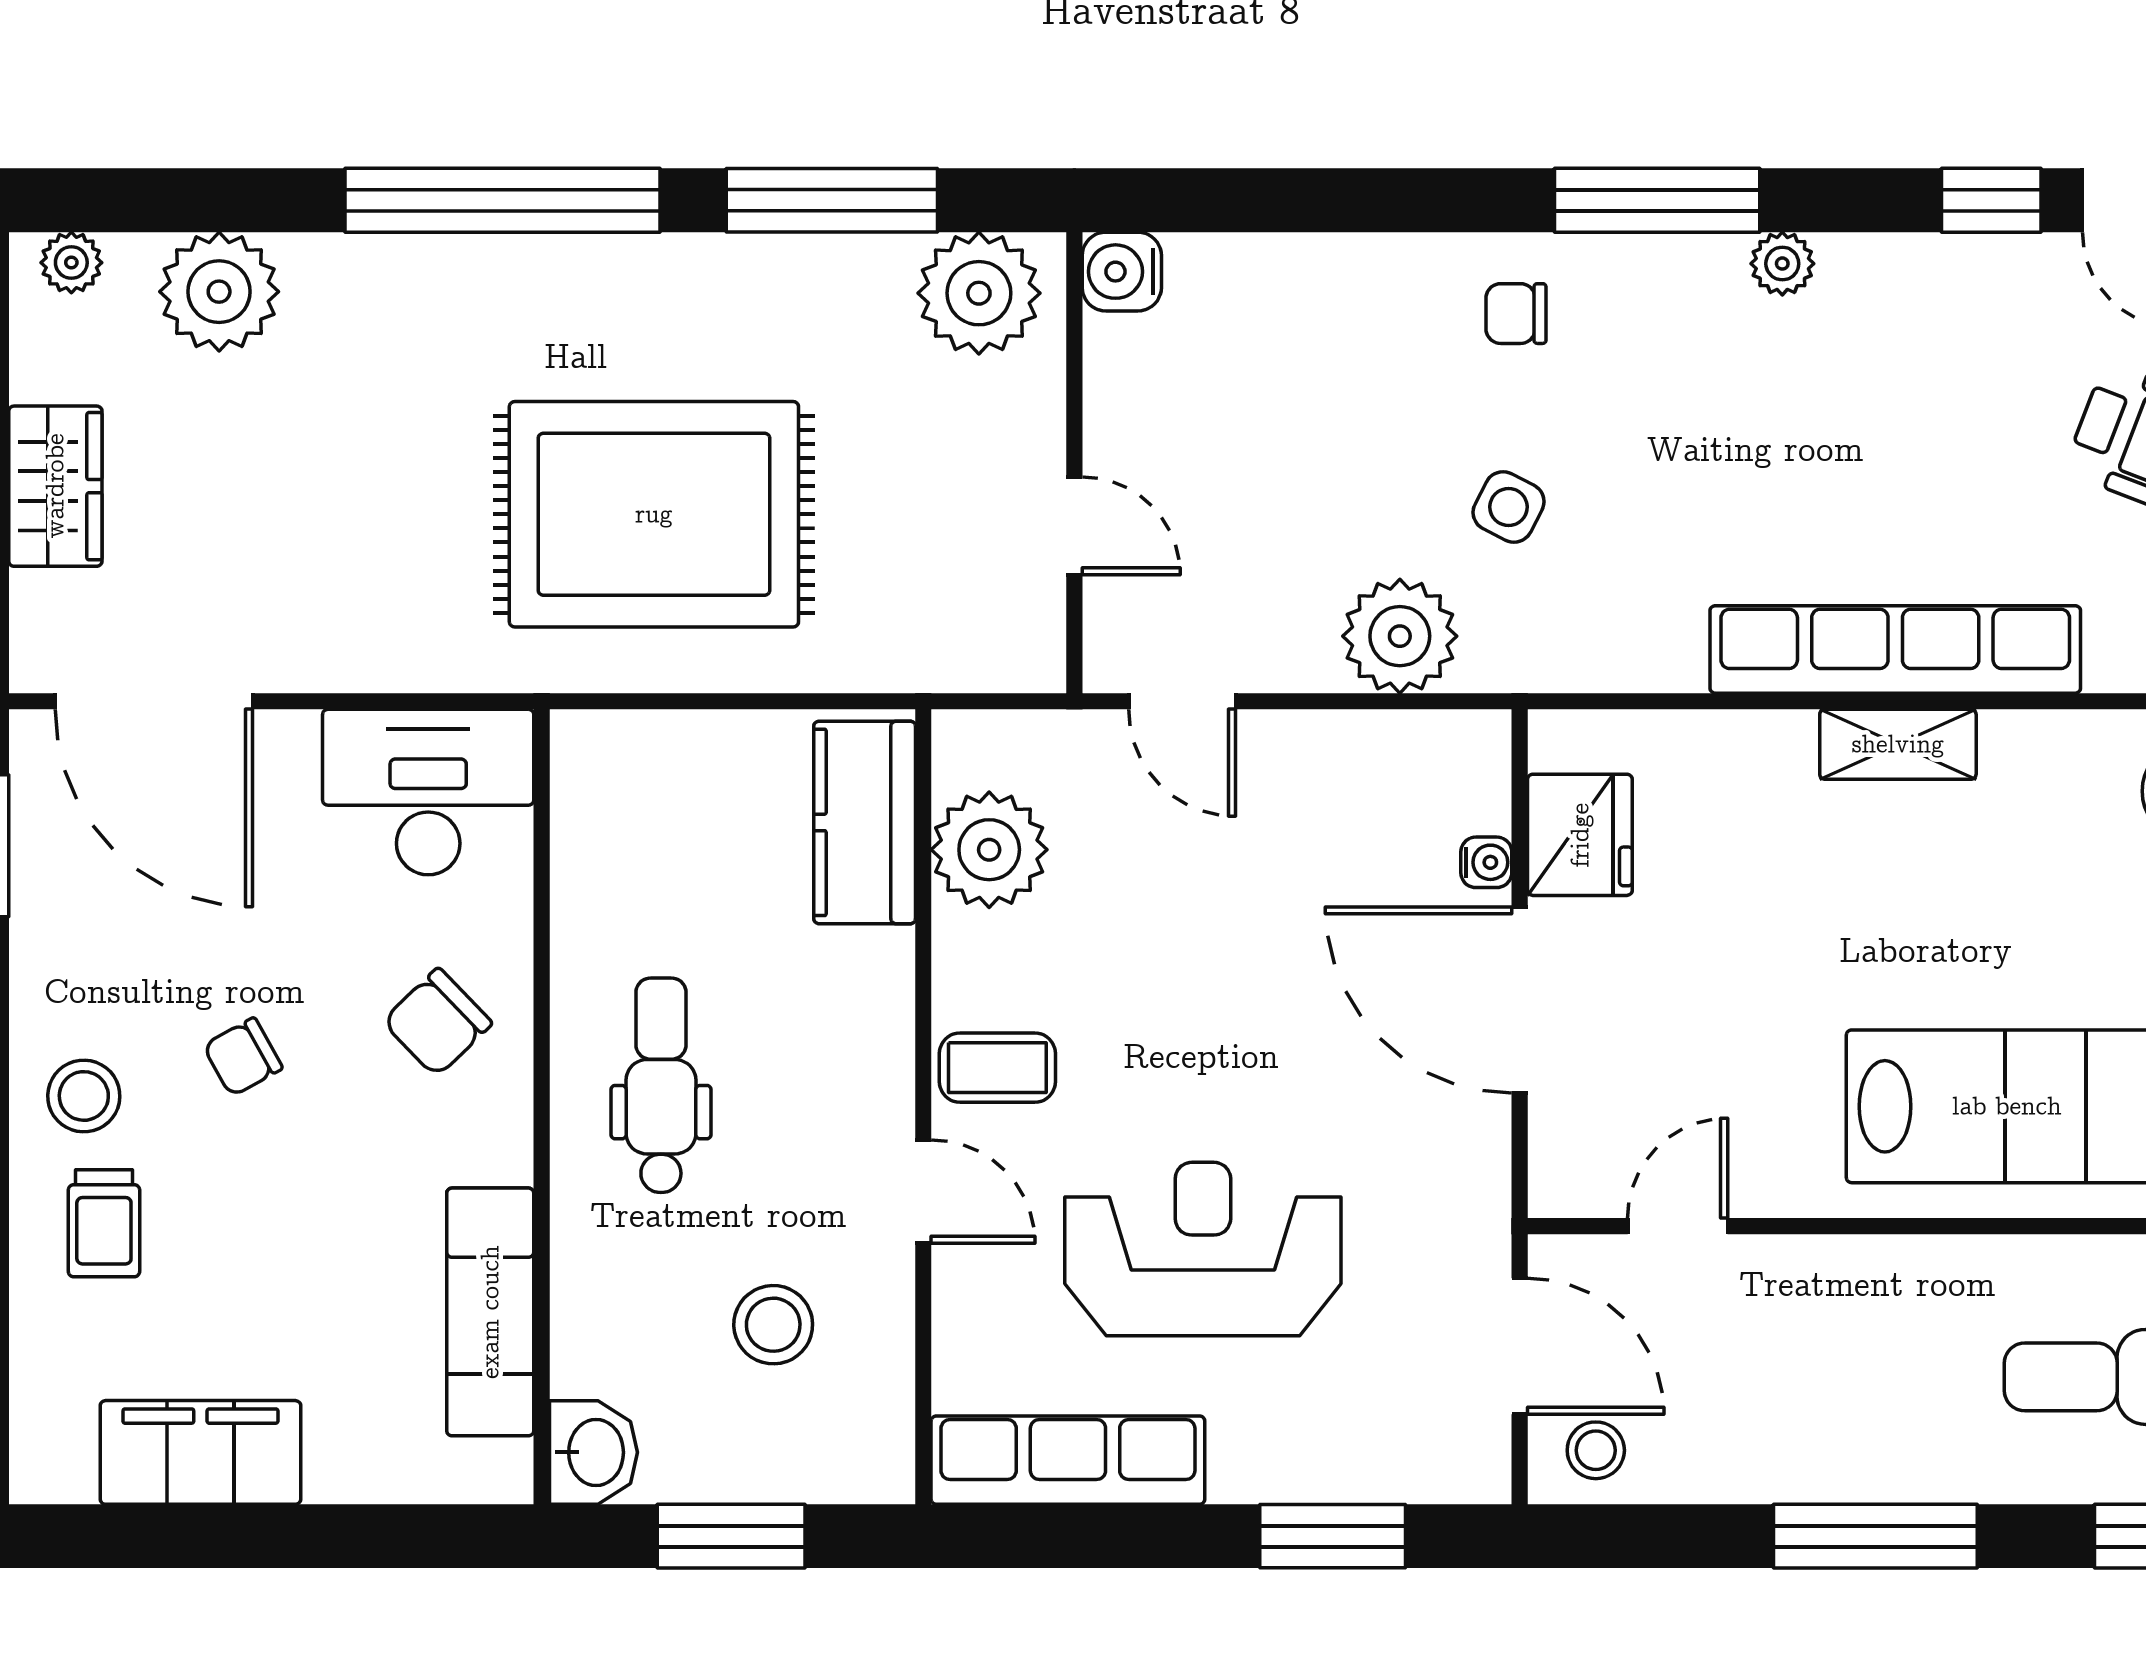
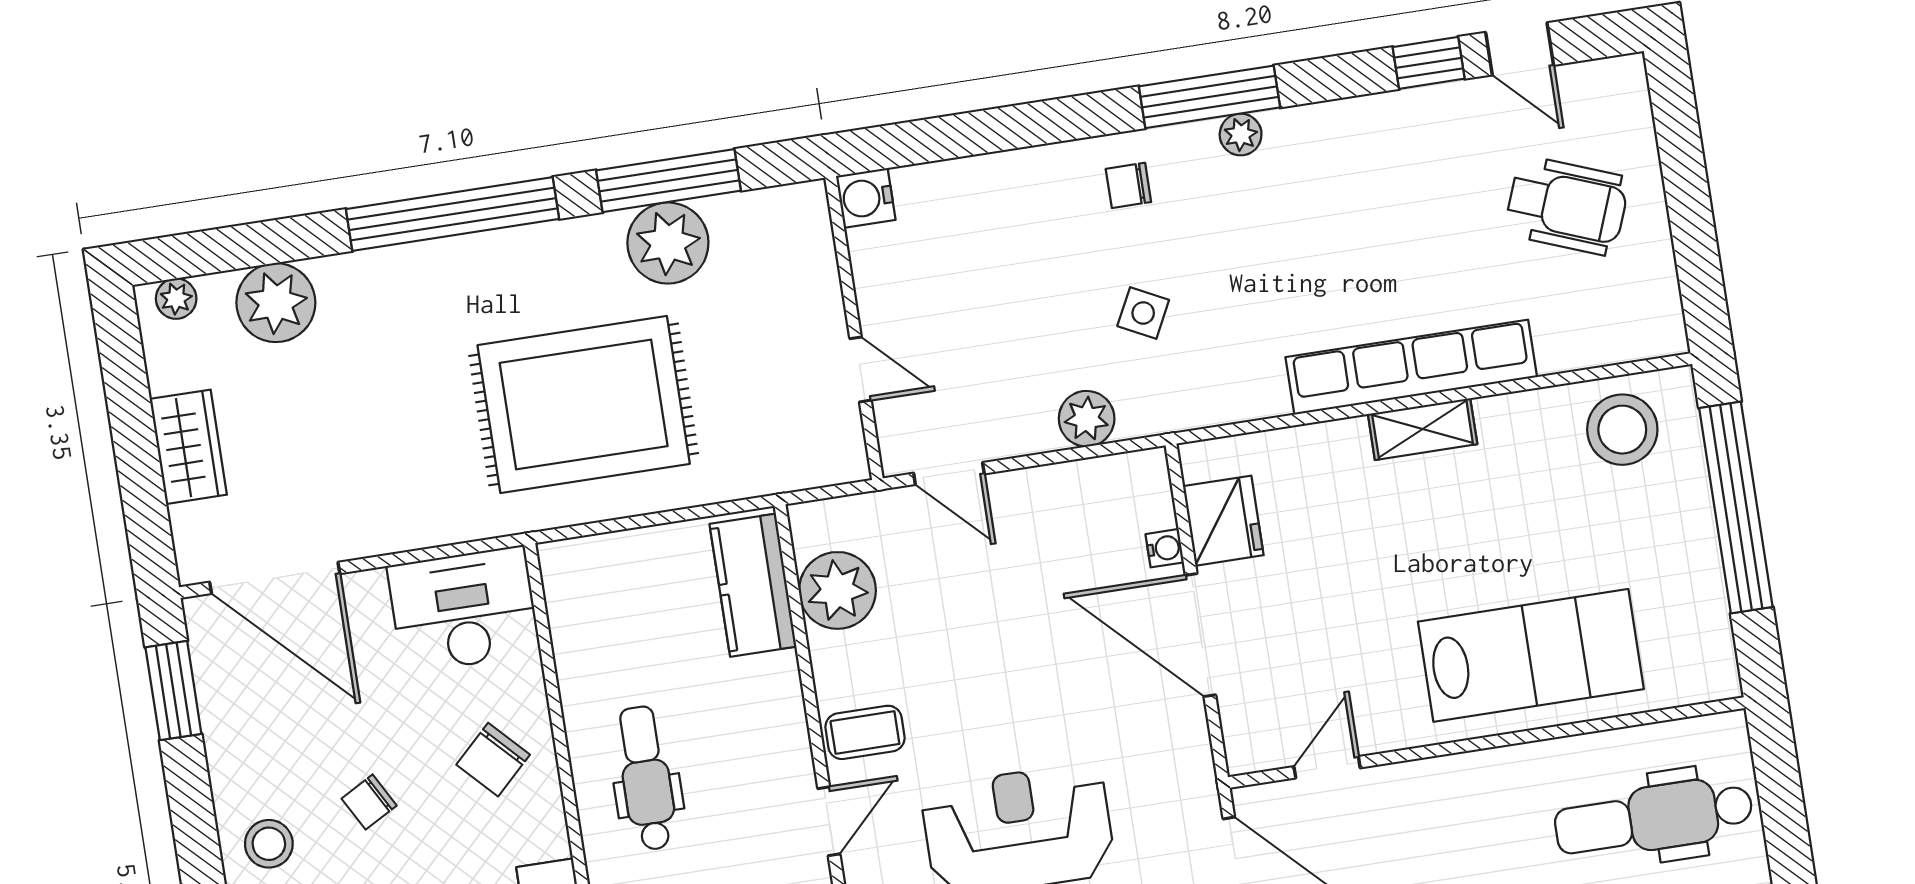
plant: (1782, 264) -> (1241, 134), moved
plant: (979, 293) -> (668, 243), moved
plant: (1400, 636) -> (1087, 419), width x0.73, depth x0.73
door: (923, 1192) -> (829, 821), hinge flipped

